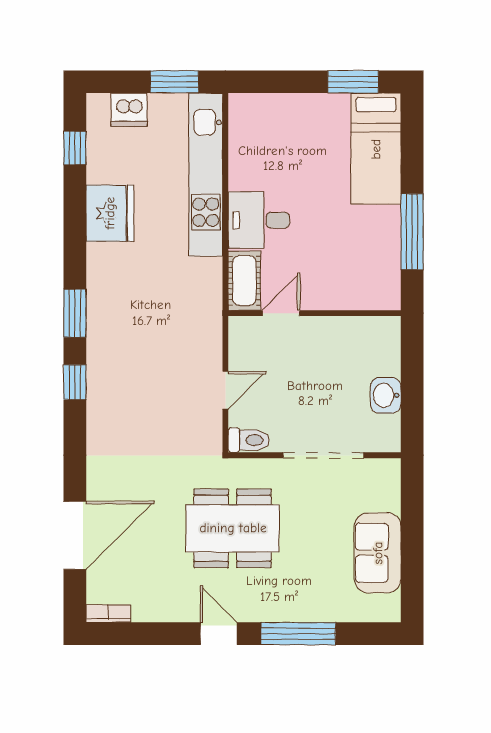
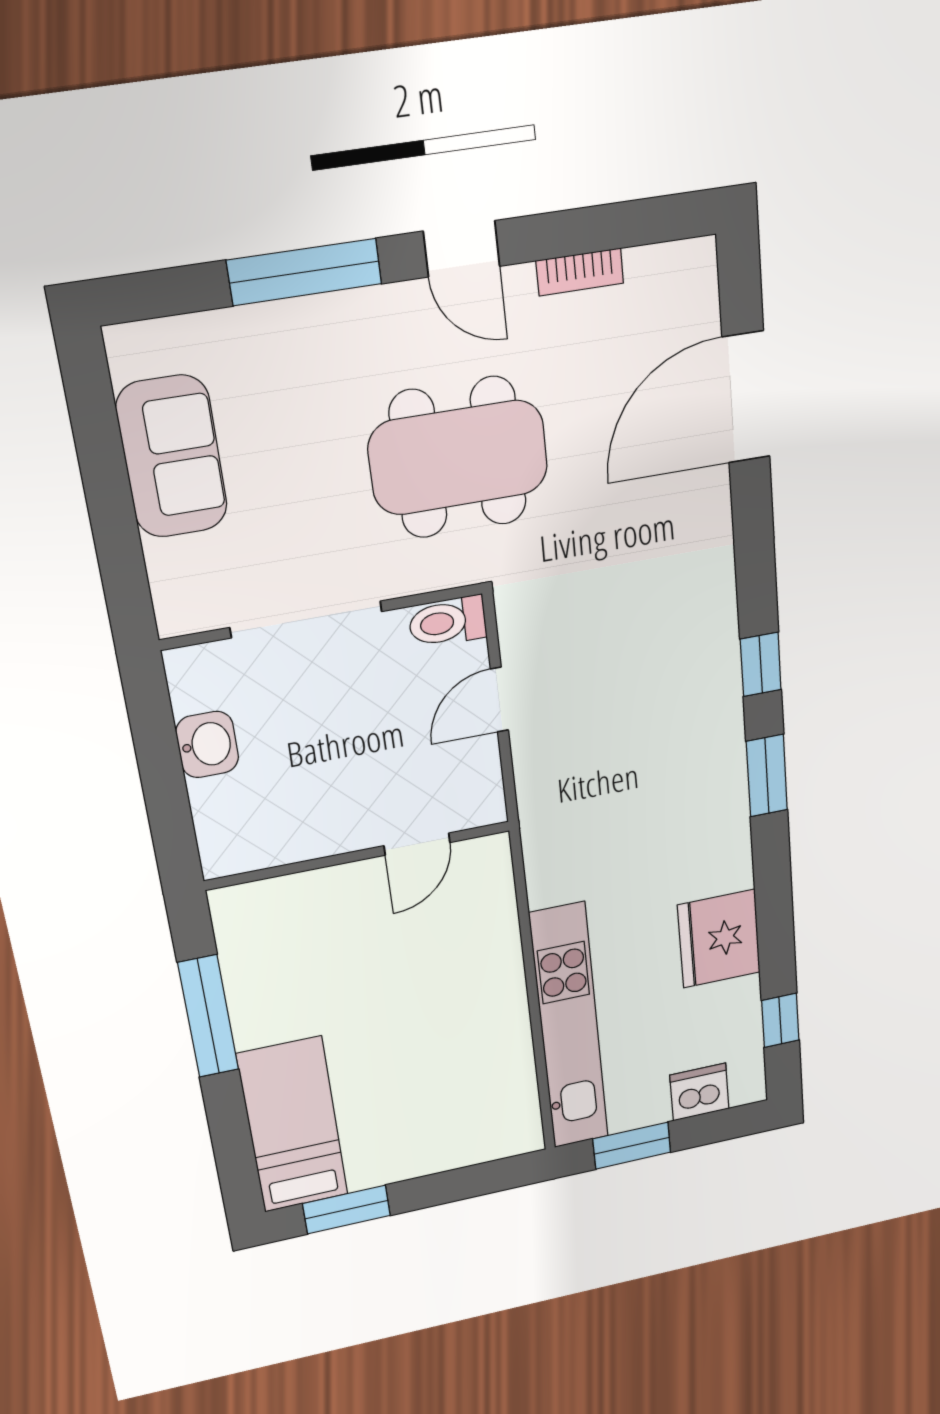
desk: (259, 220) -> (474, 979), removed
cot: (244, 281) -> (487, 883), removed
bookcase: (108, 614) -> (580, 272), moved

